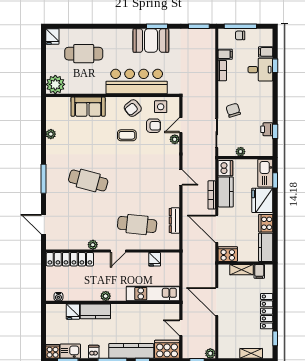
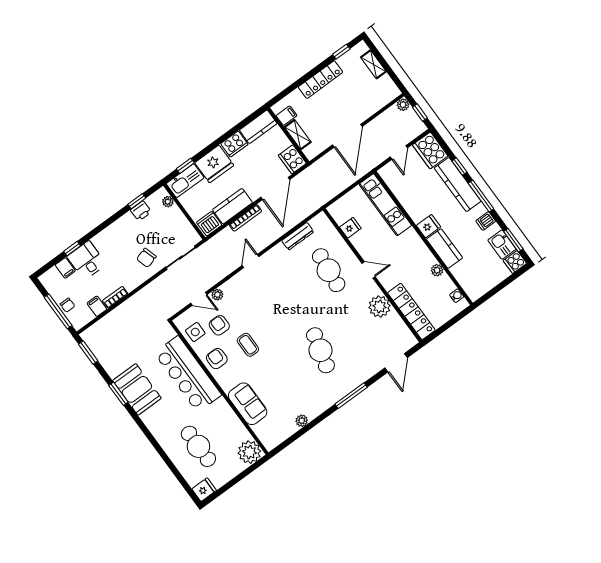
armchair: (133, 108) -> (217, 359), turned -142
plant: (241, 152) -> (168, 202), moved
plant: (93, 245) -> (379, 307), width x1.88, depth x1.88
plant: (106, 296) -> (437, 270), moved
fridge: (73, 312) -> (428, 226), moved

